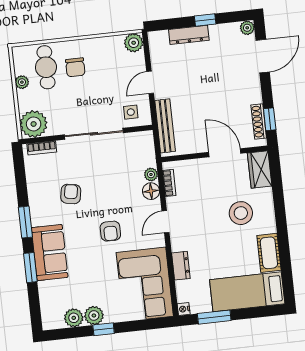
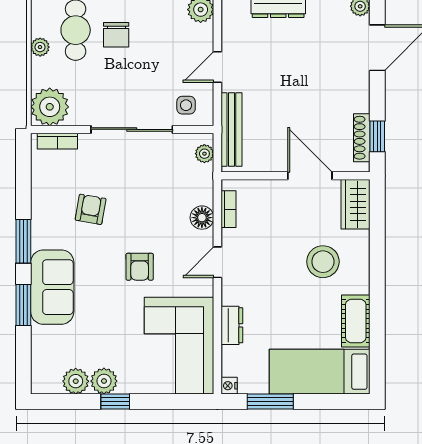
plant: (151, 174) -> (204, 154), moved

